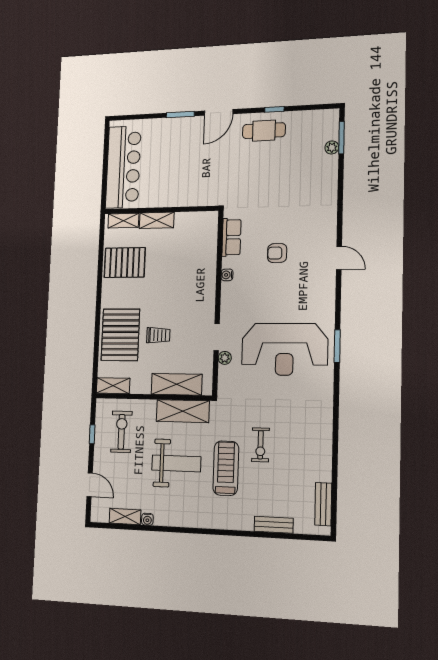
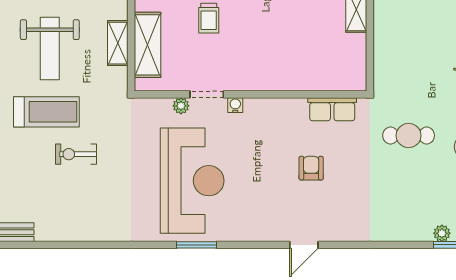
cafe table: (254, 177) -> (409, 136), added
water cooler: (227, 275) -> (235, 105), moved
reception desk: (285, 349) -> (192, 181), turned 180
shelving: (183, 411) -> (118, 43), width x0.67, depth x0.75

